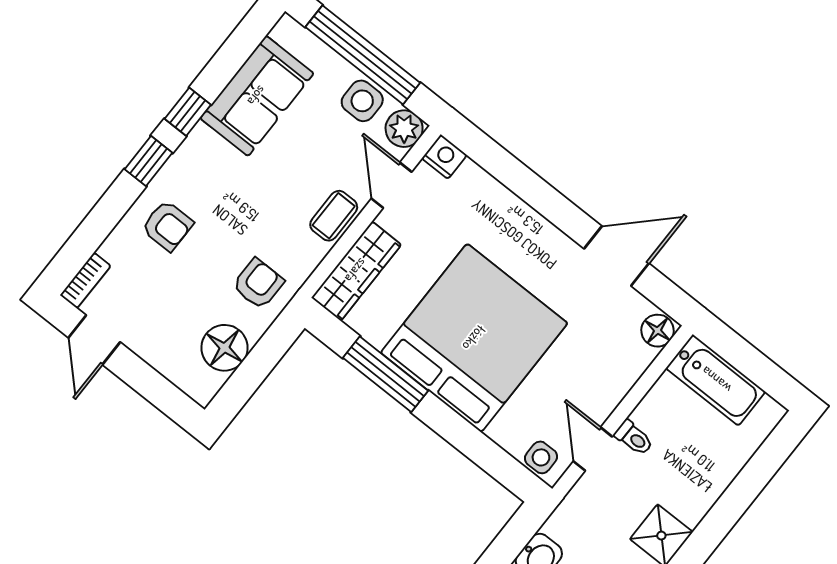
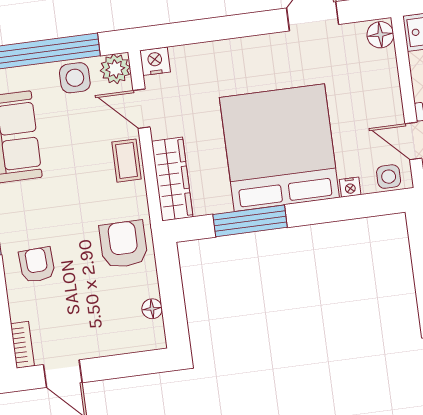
armchair: (167, 226) -> (37, 265), turned -93
armchair: (258, 284) -> (123, 244), width x1.38, depth x1.38
floor lamp: (224, 348) -> (152, 309), width x0.53, depth x0.53
nightstand: (499, 433) -> (350, 187), added

